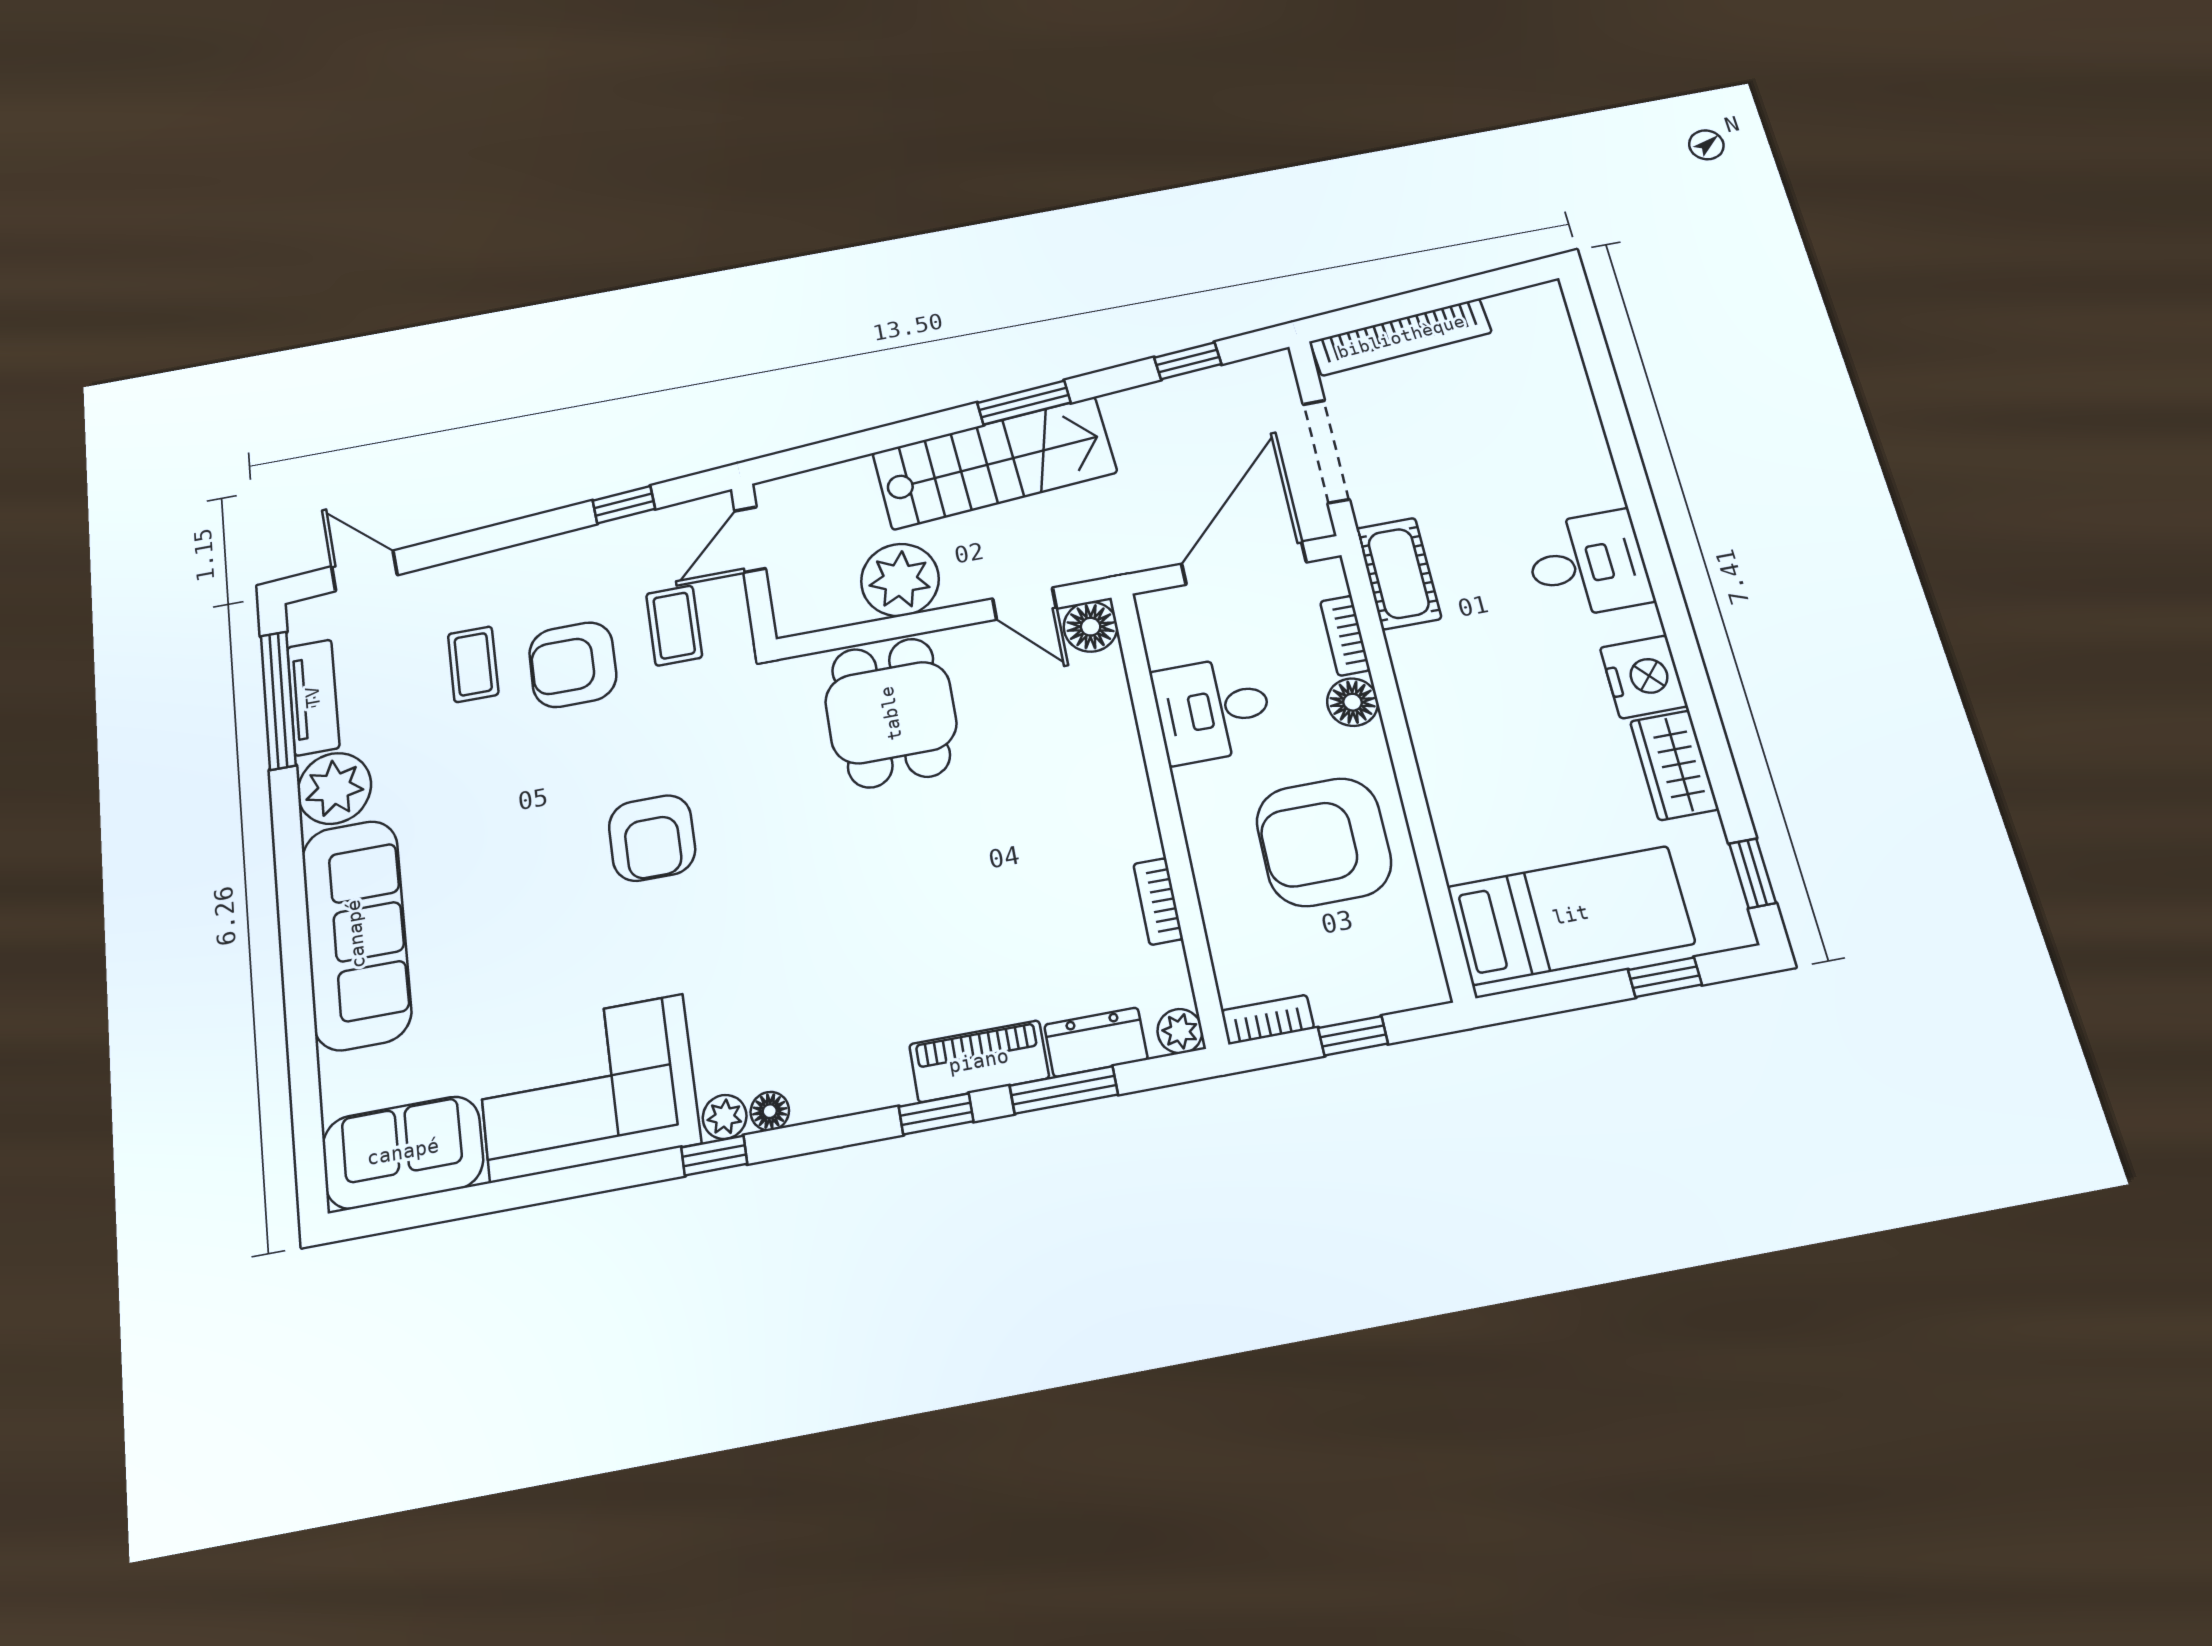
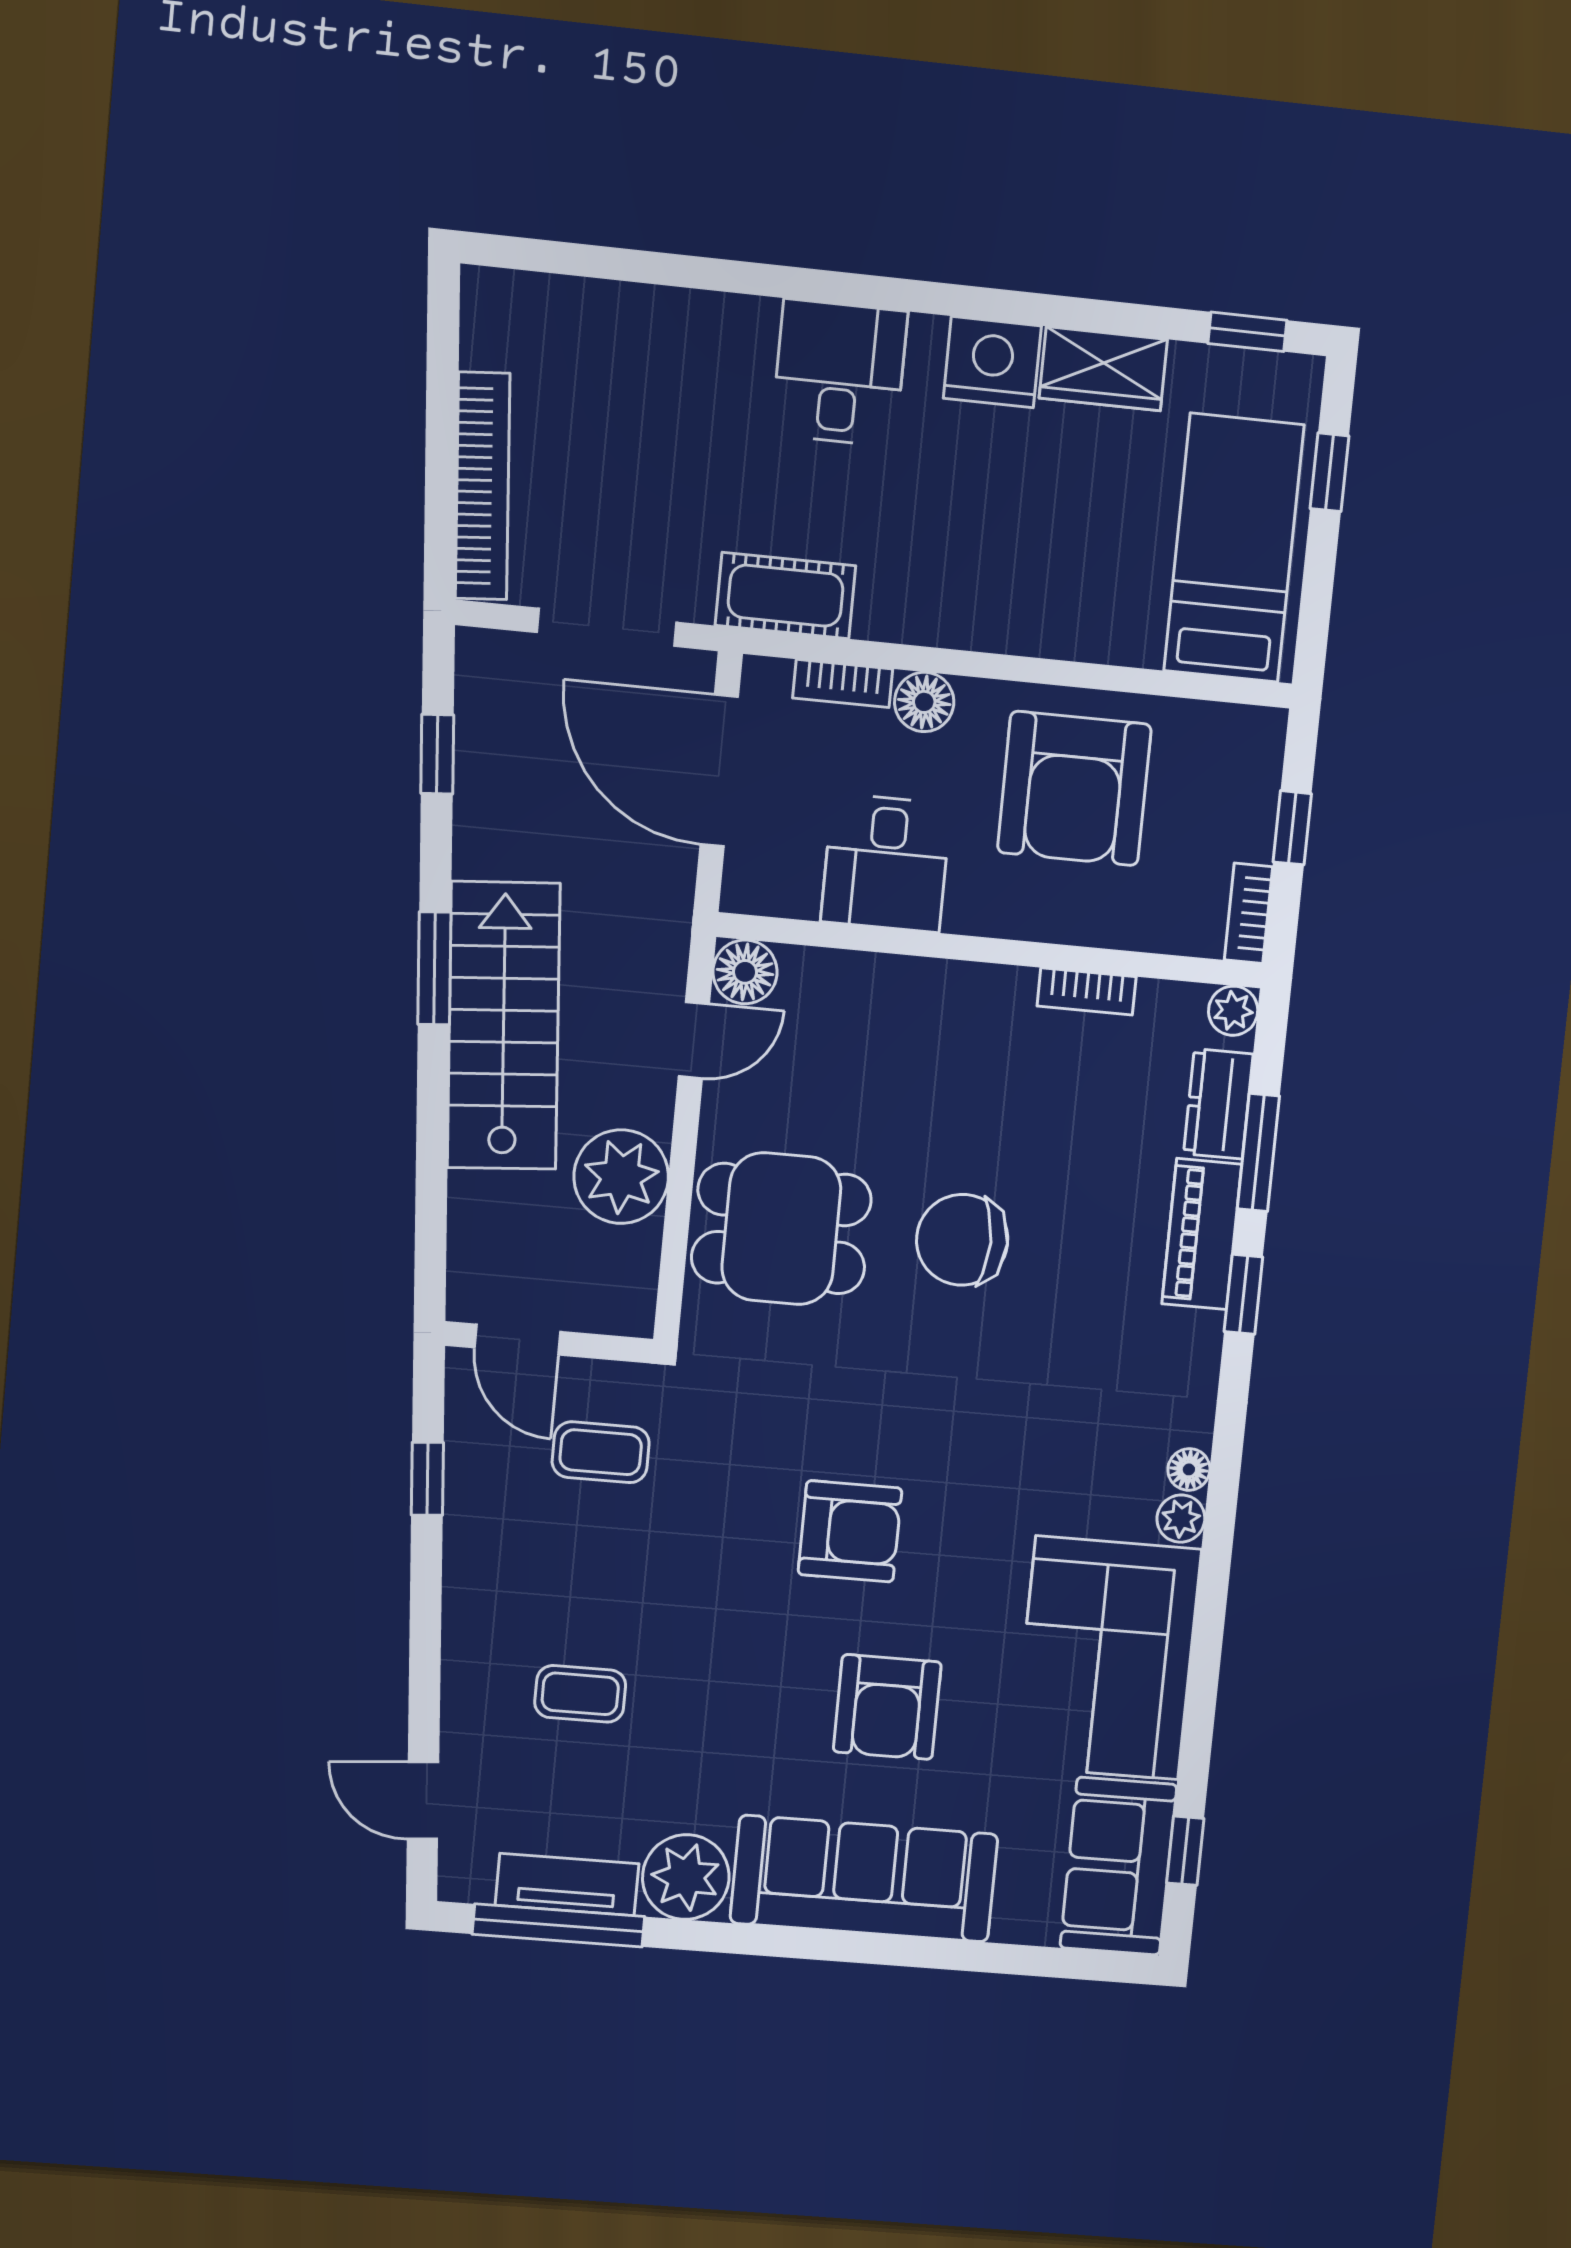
door: (365, 571) -> (423, 1801), hinge flipped
armchair: (573, 665) -> (887, 1707), moved
chair: (920, 859) -> (962, 1240), added
window: (714, 1156) -> (1185, 1851), moved

